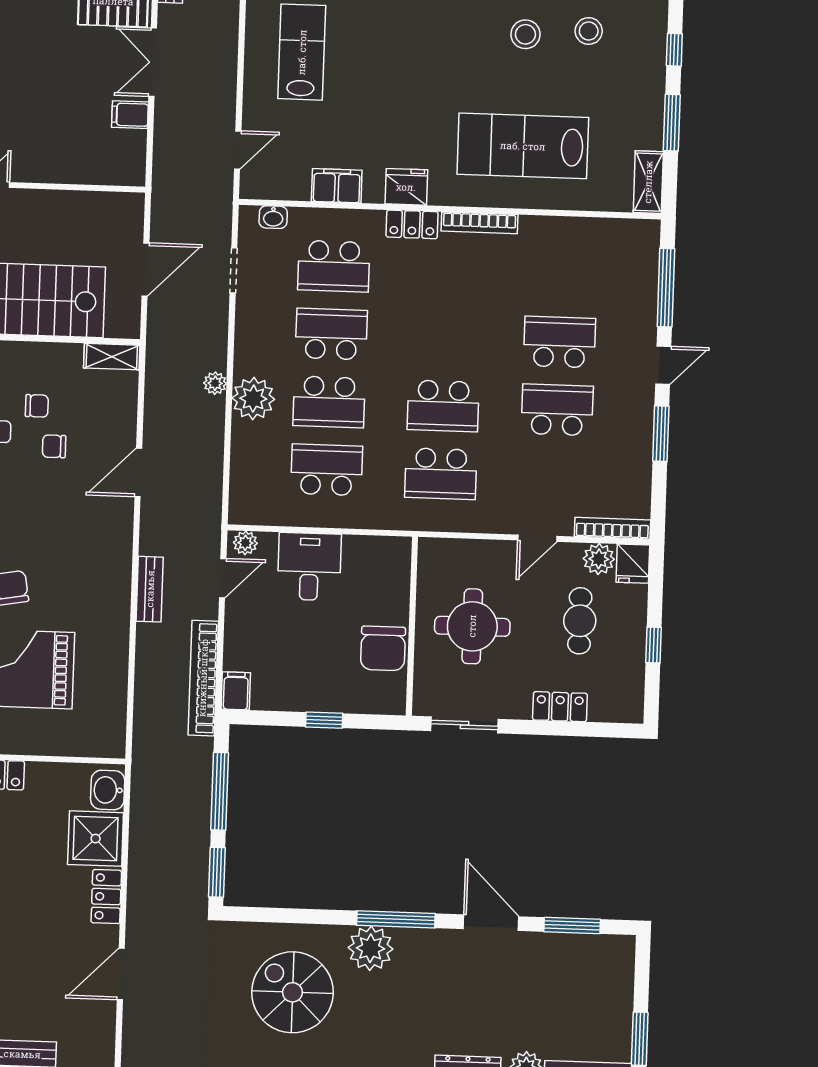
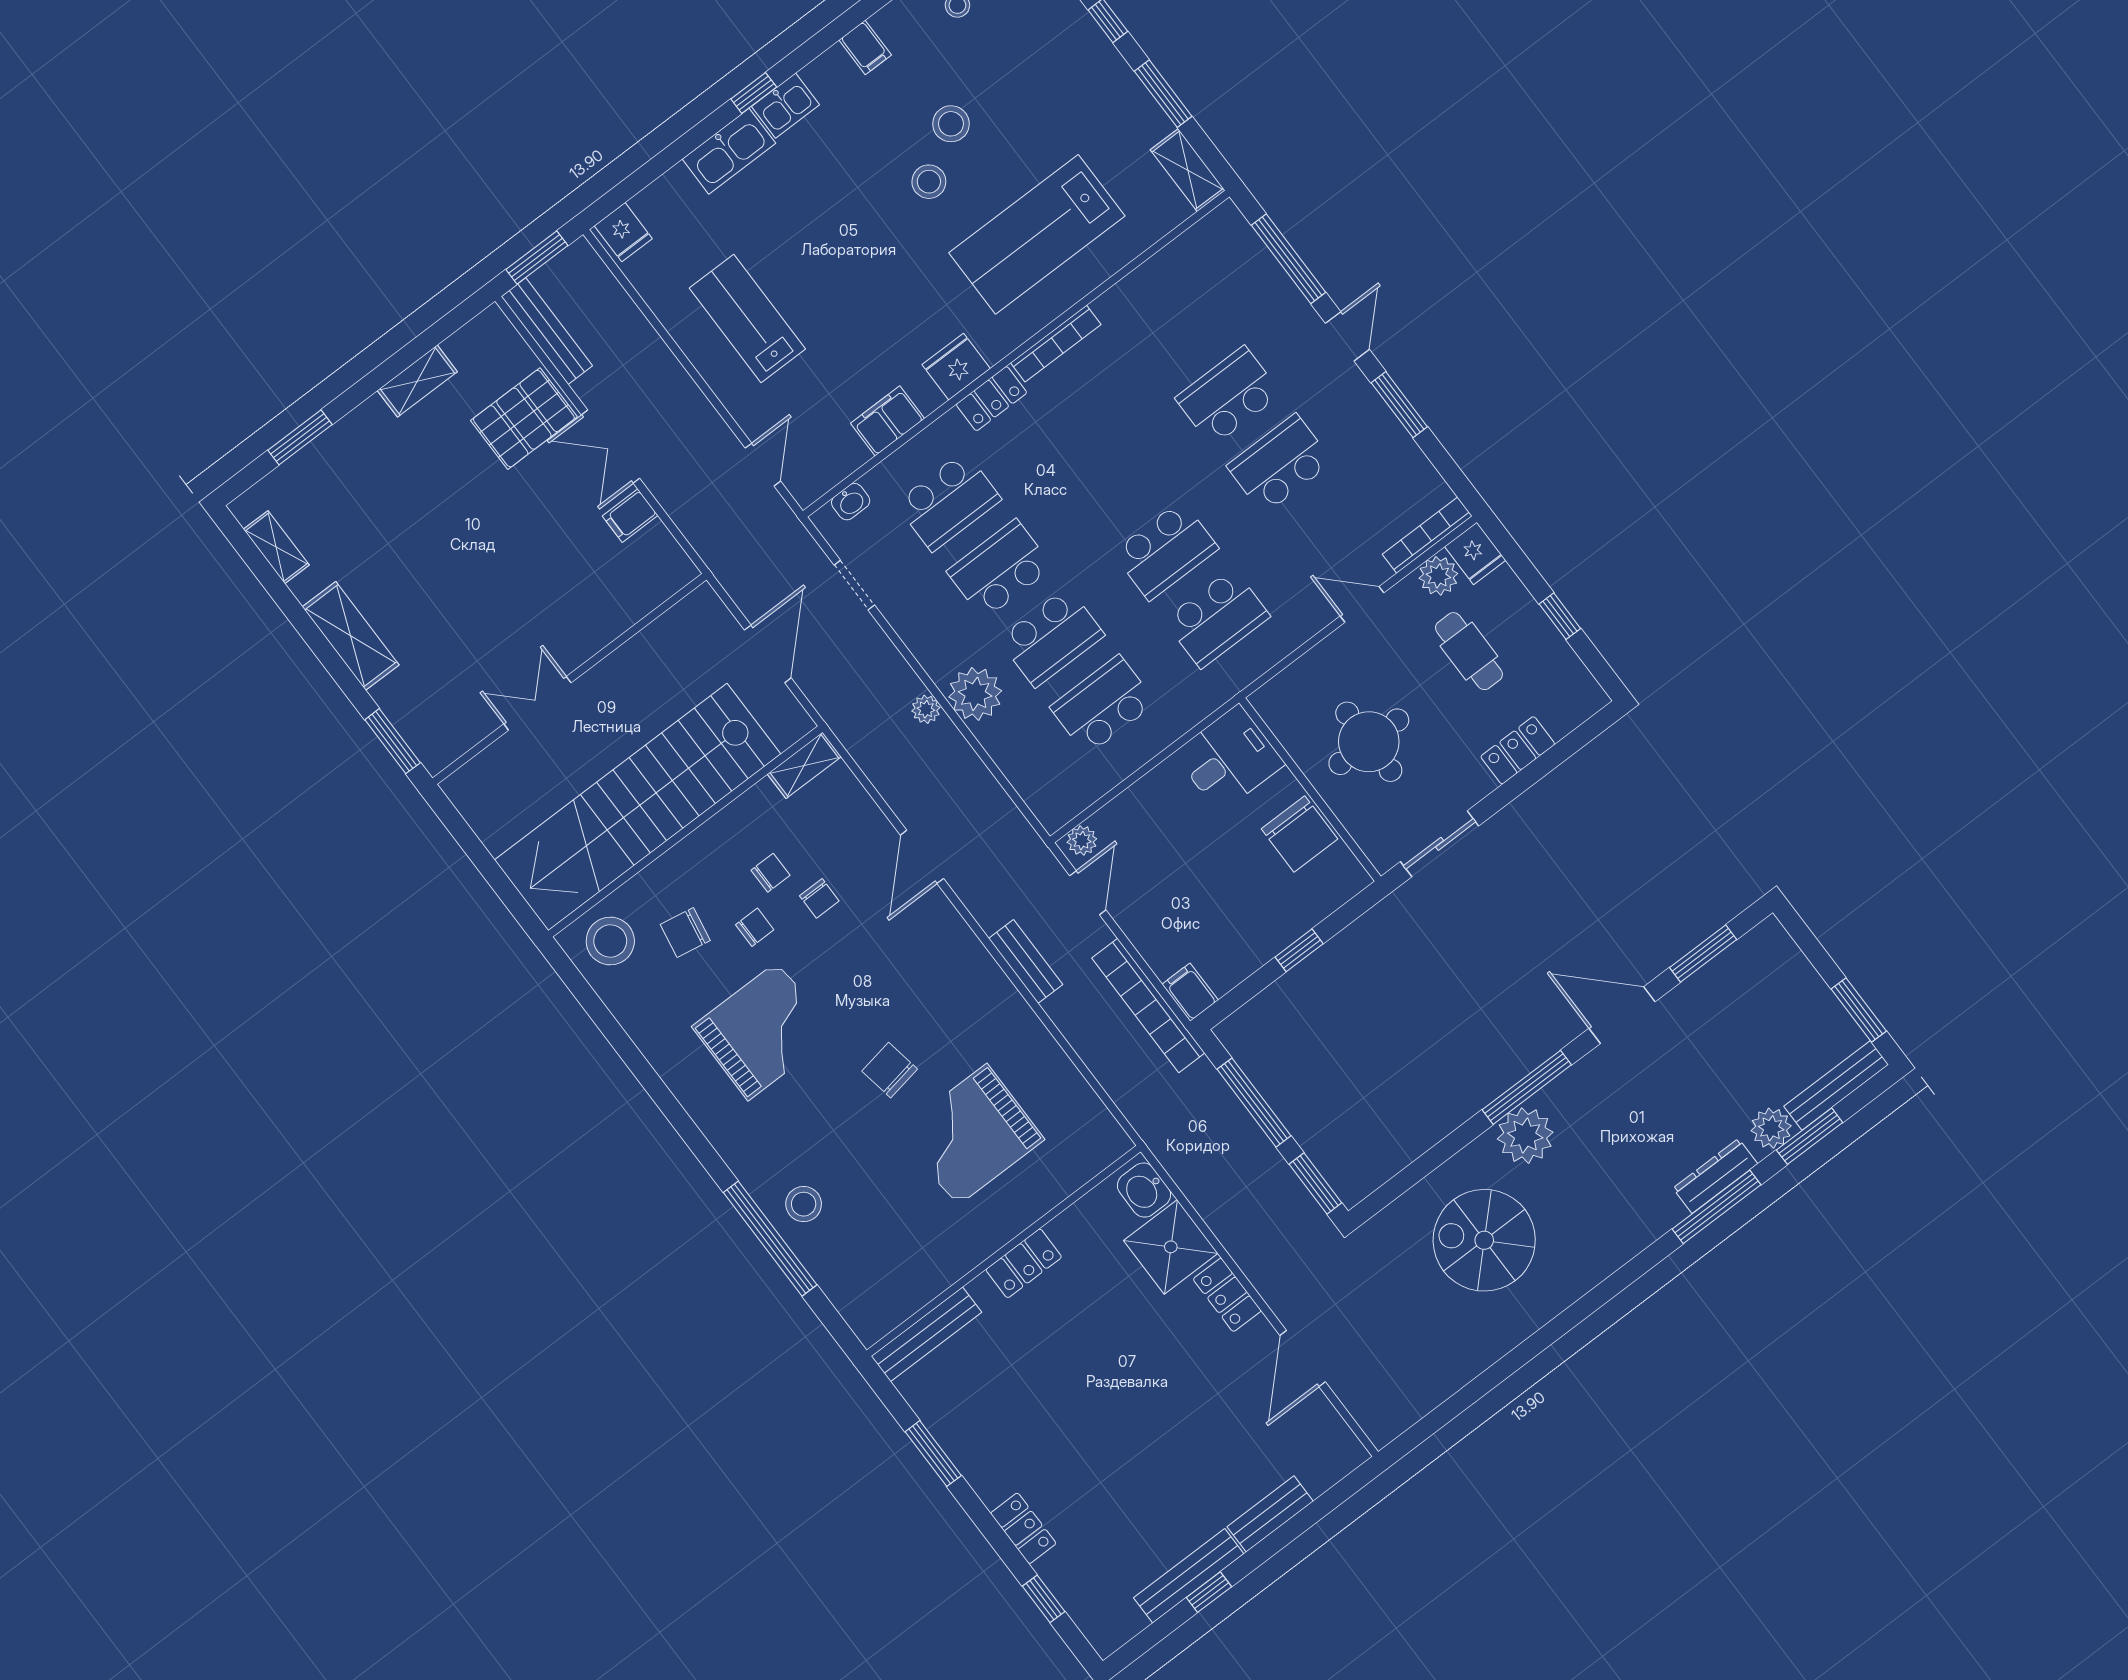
stool: (589, 31) -> (929, 182), moved
chair: (54, 446) -> (819, 898), turned -90
door: (537, 538) -> (1362, 604), swing flipped
desk: (309, 567) -> (1229, 759), moved, turned 90

